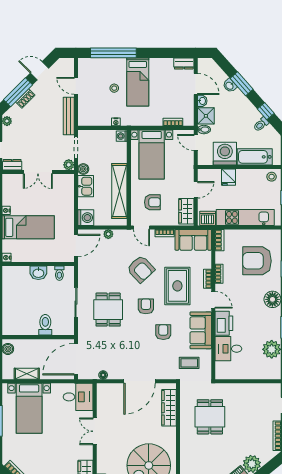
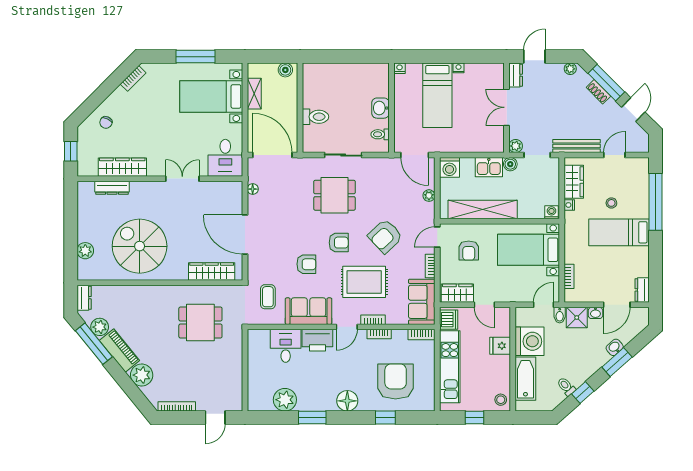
wardrobe: (97, 118) -> (574, 182), added

